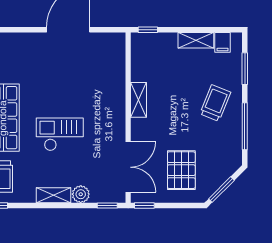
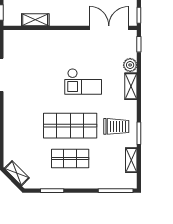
shelving: (138, 100) -> (35, 20), moved
checkout: (60, 134) -> (83, 81), turned -90

